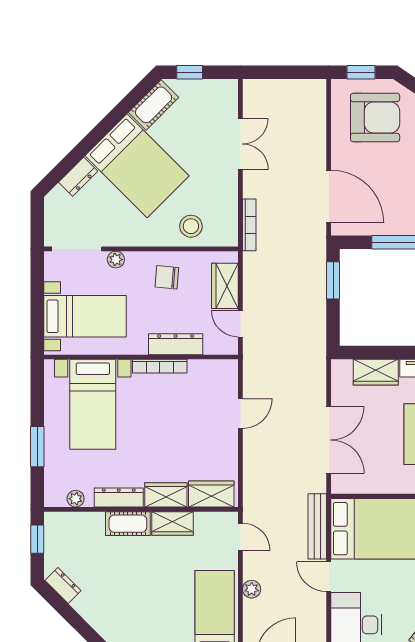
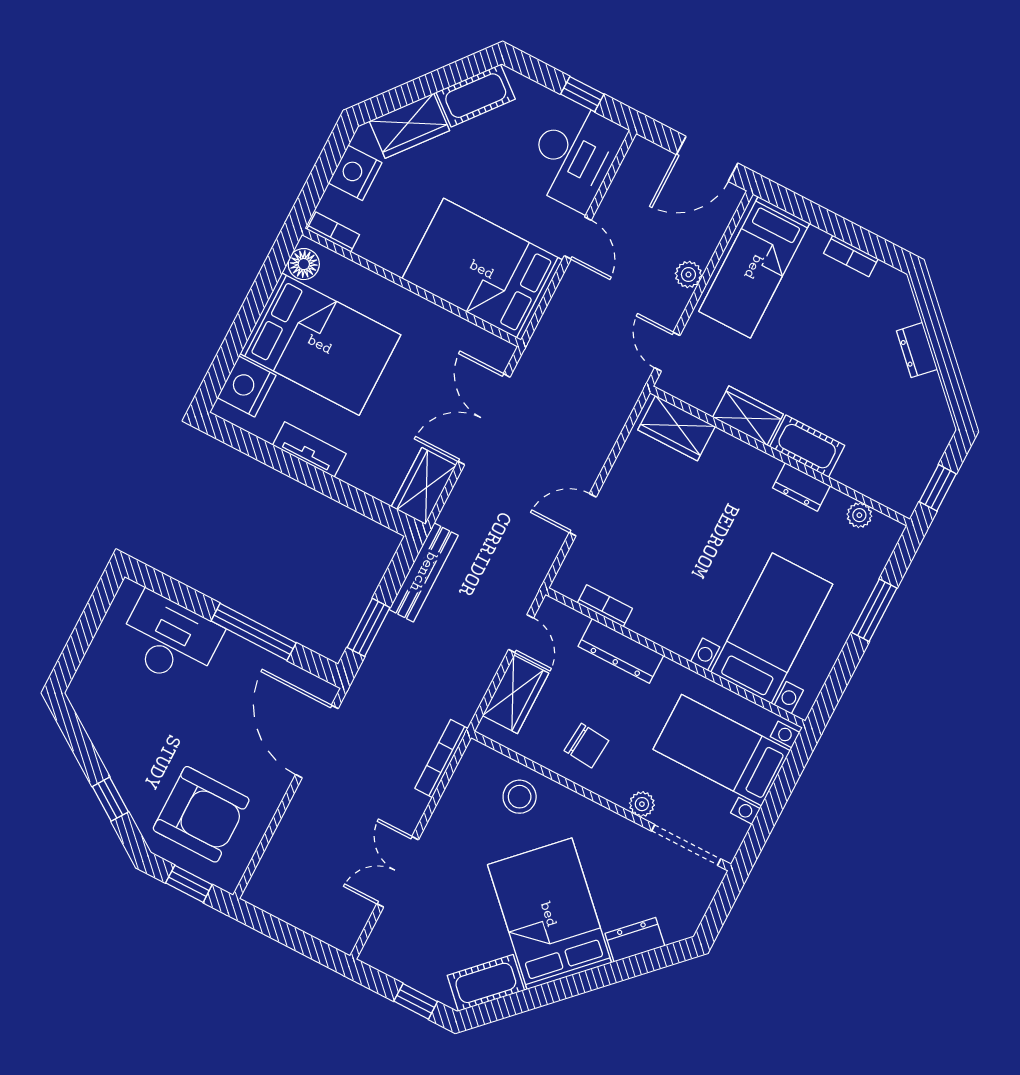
armchair: (375, 117) -> (201, 814), turned 180
bookcase: (160, 366) -> (605, 606), moved, width x0.64
wardrobe: (376, 372) -> (424, 486), moved, turned -90
wardrobe: (166, 495) -> (737, 458), removed
dresser: (119, 498) -> (801, 487), width x0.70
bench: (317, 526) -> (424, 572), moved
dresser: (63, 585) -> (917, 350), moved

